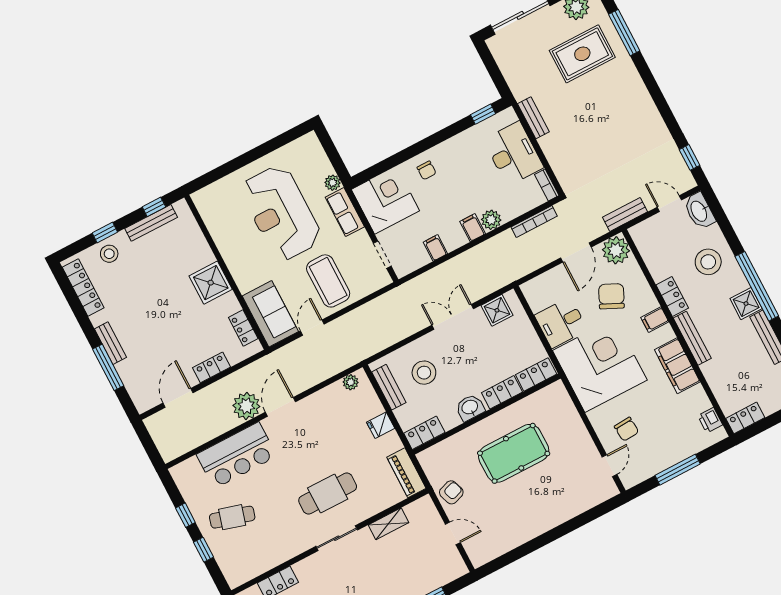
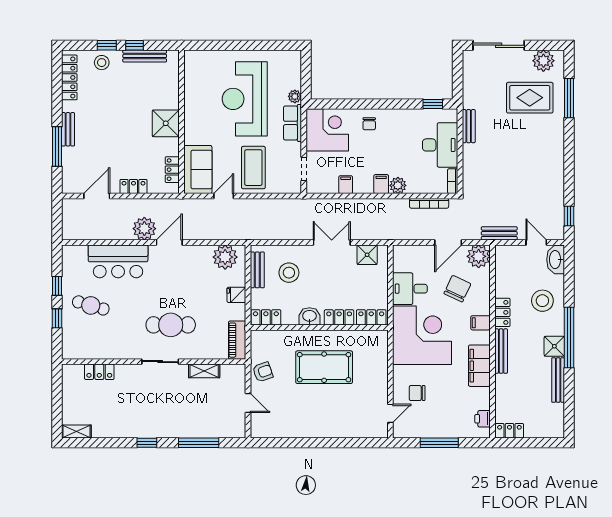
window: (154, 207) -> (134, 45), moved
plant: (351, 382) -> (225, 257), width x1.88, depth x1.88
chair: (627, 429) -> (417, 393), turned 94

